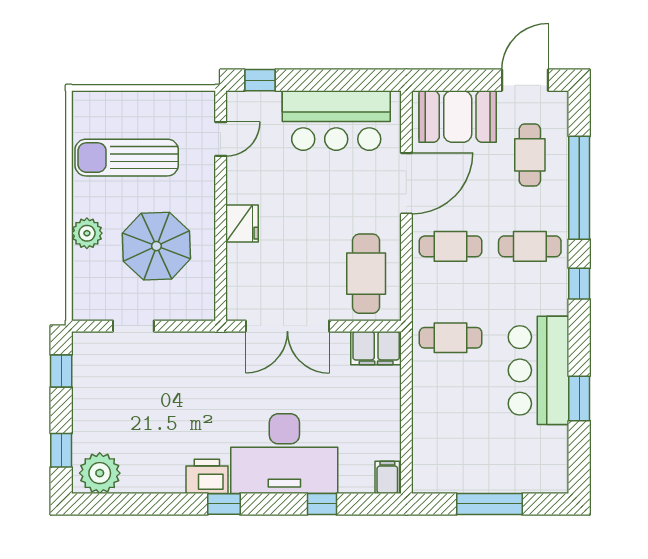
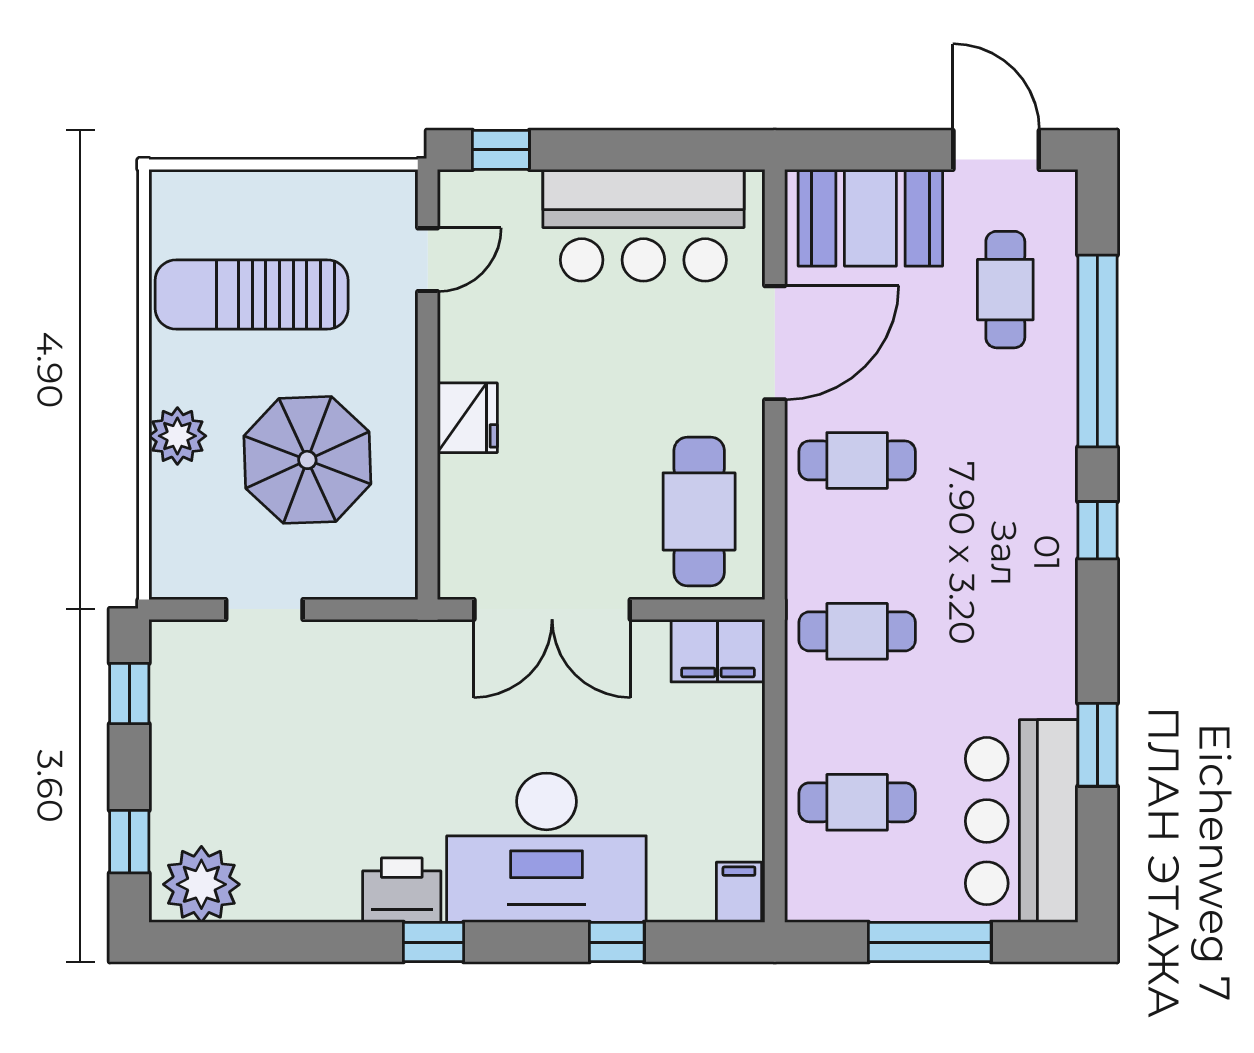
door: (525, 80) -> (996, 150), hinge flipped
cafe table: (530, 246) -> (857, 802), moved
bar counter: (539, 370) -> (1022, 821), moved

